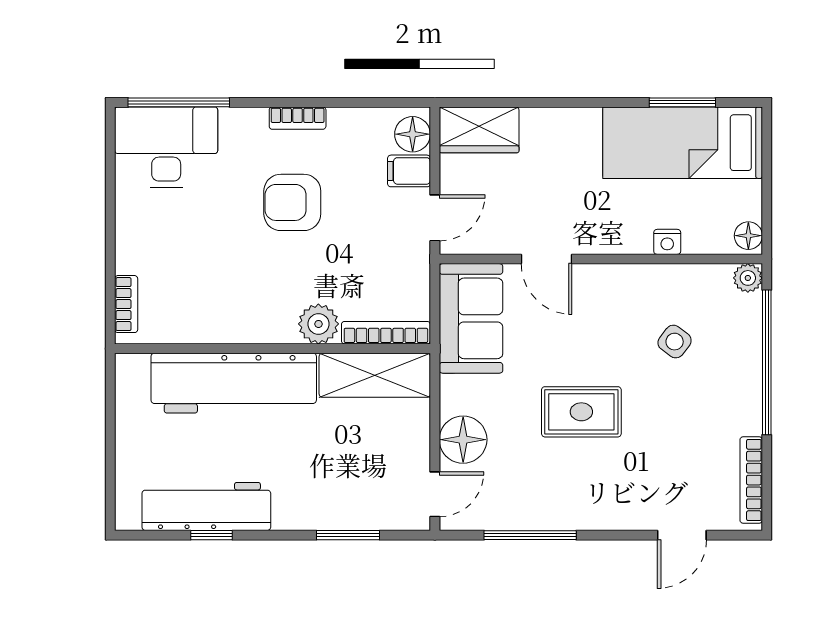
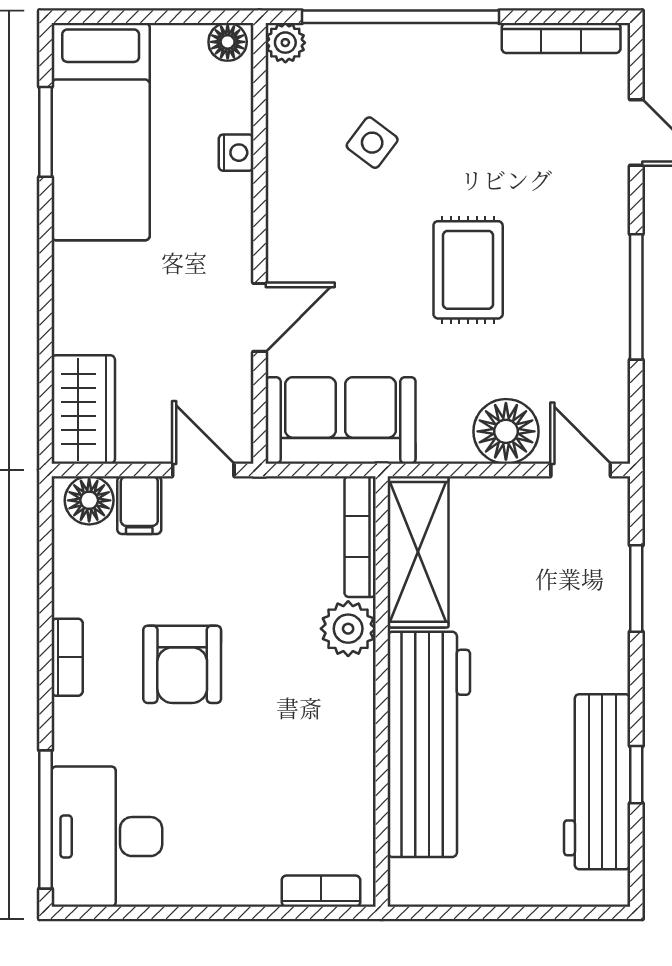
window: (530, 535) -> (636, 297), moved

